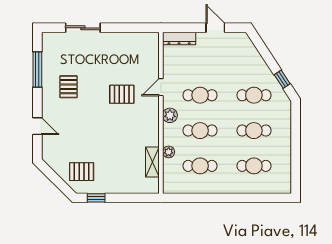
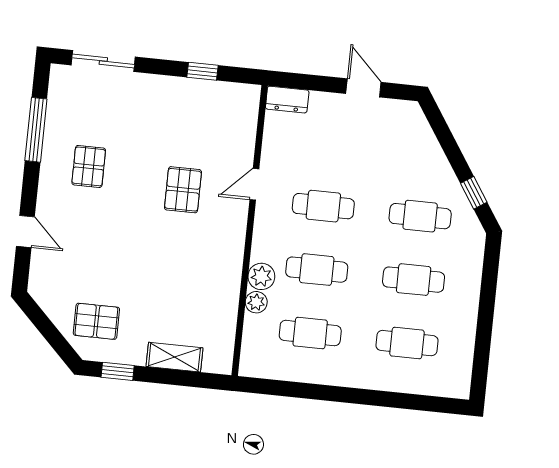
sliding door: (83, 28) -> (103, 61), moved
window: (126, 28) -> (203, 71), added
dresser: (179, 39) -> (287, 100), width x0.70
pallet: (122, 94) -> (183, 190), turned 90
plant: (170, 115) -> (261, 276), moved
shelving: (152, 162) -> (174, 357), moved, turned 90

